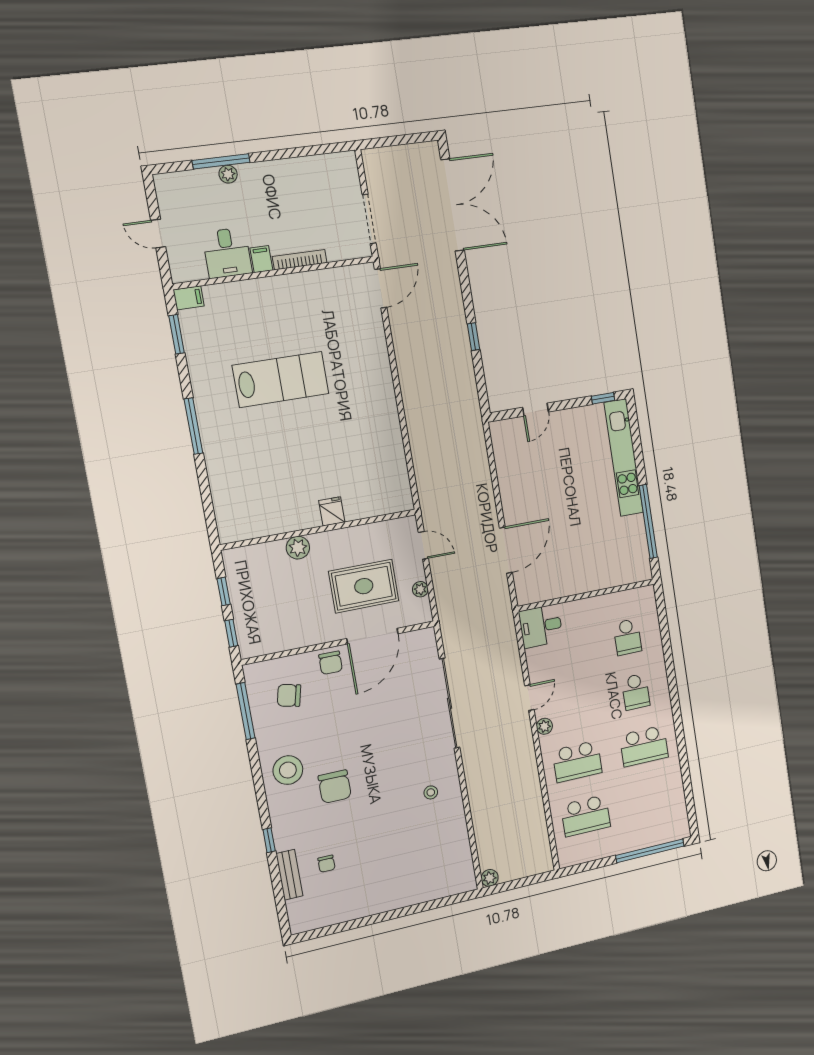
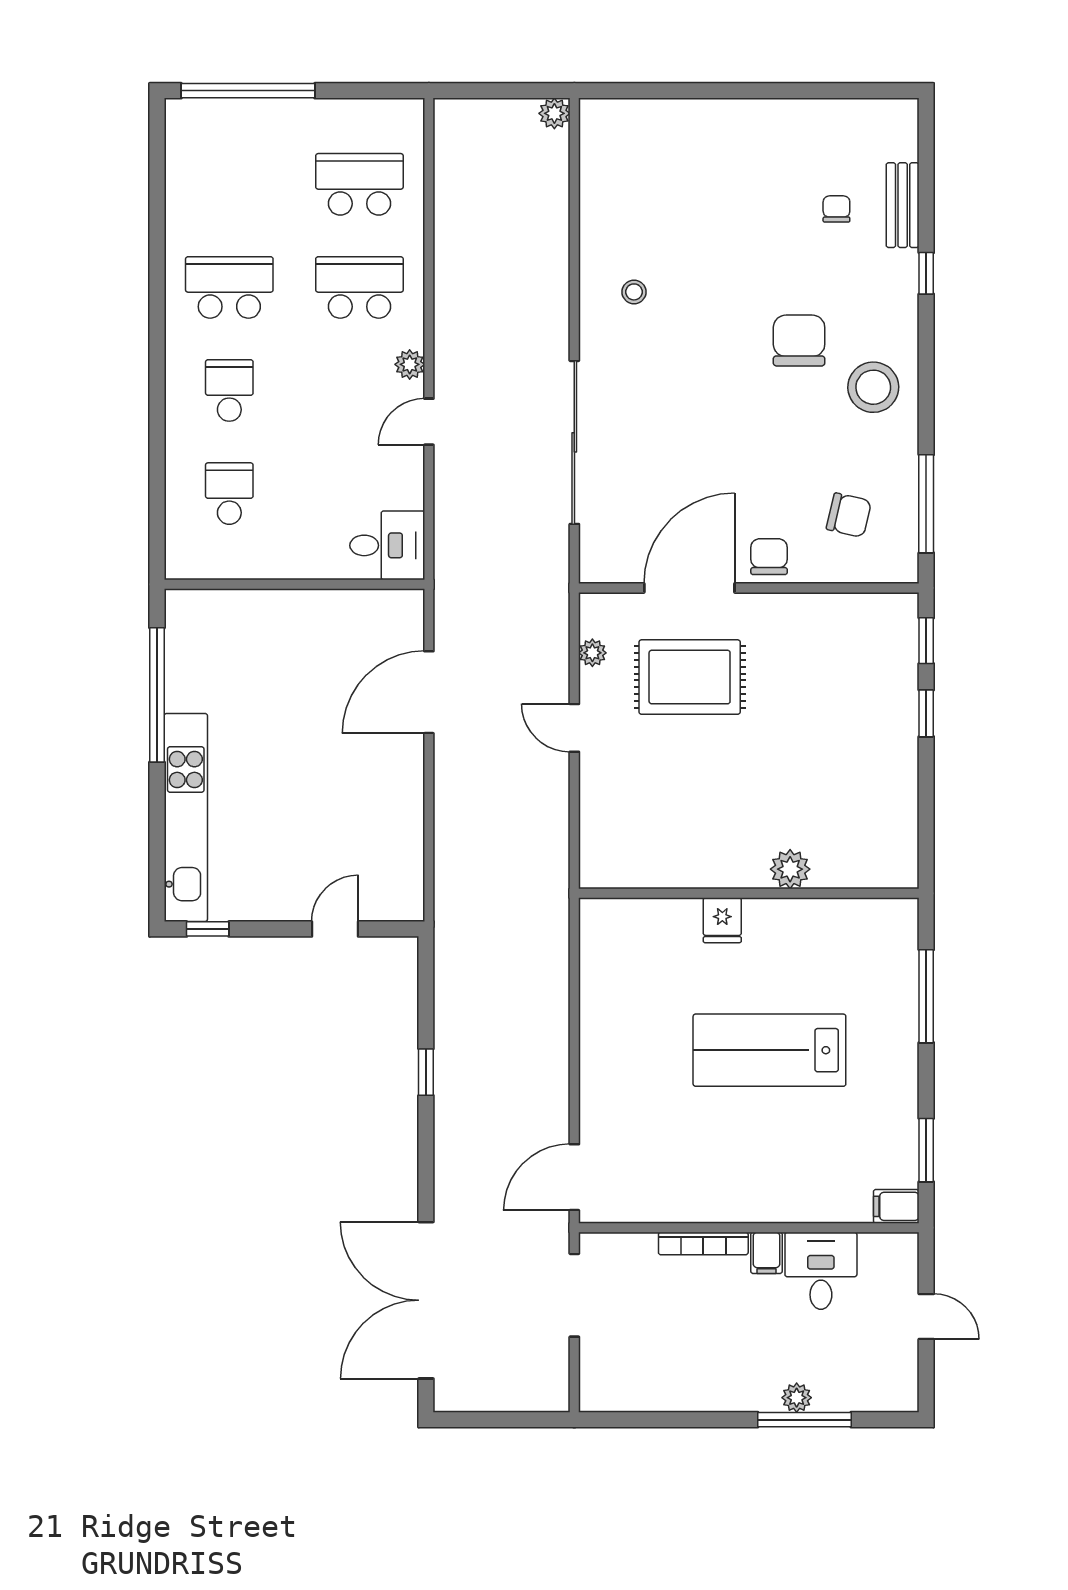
fridge: (332, 511) -> (722, 920), moved
wall: (319, 529) -> (749, 893), moved
plant: (298, 548) -> (790, 869), moved

